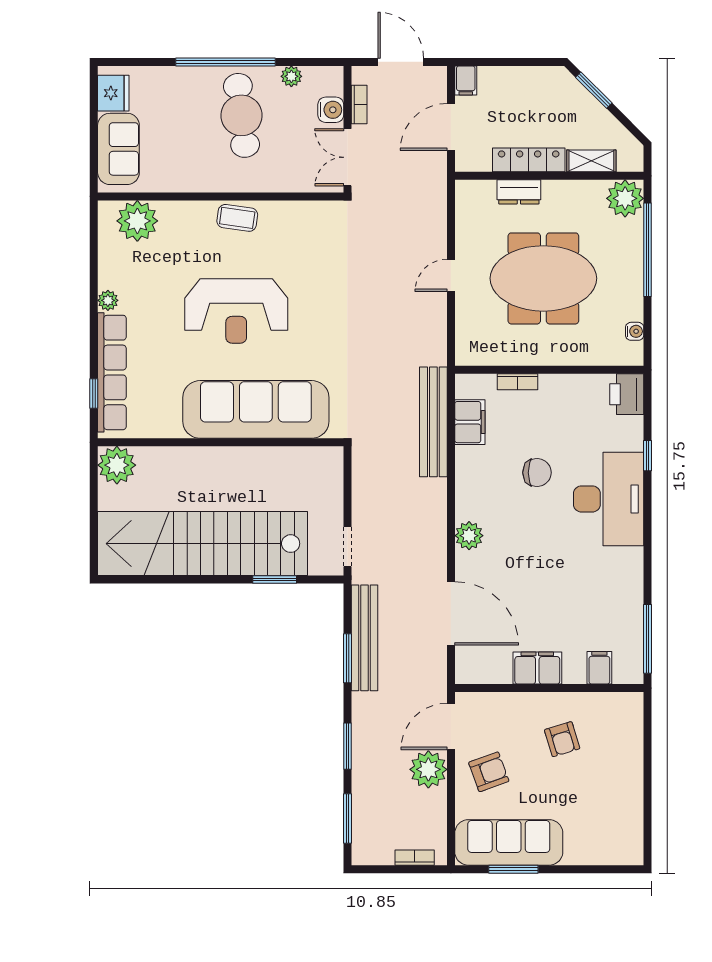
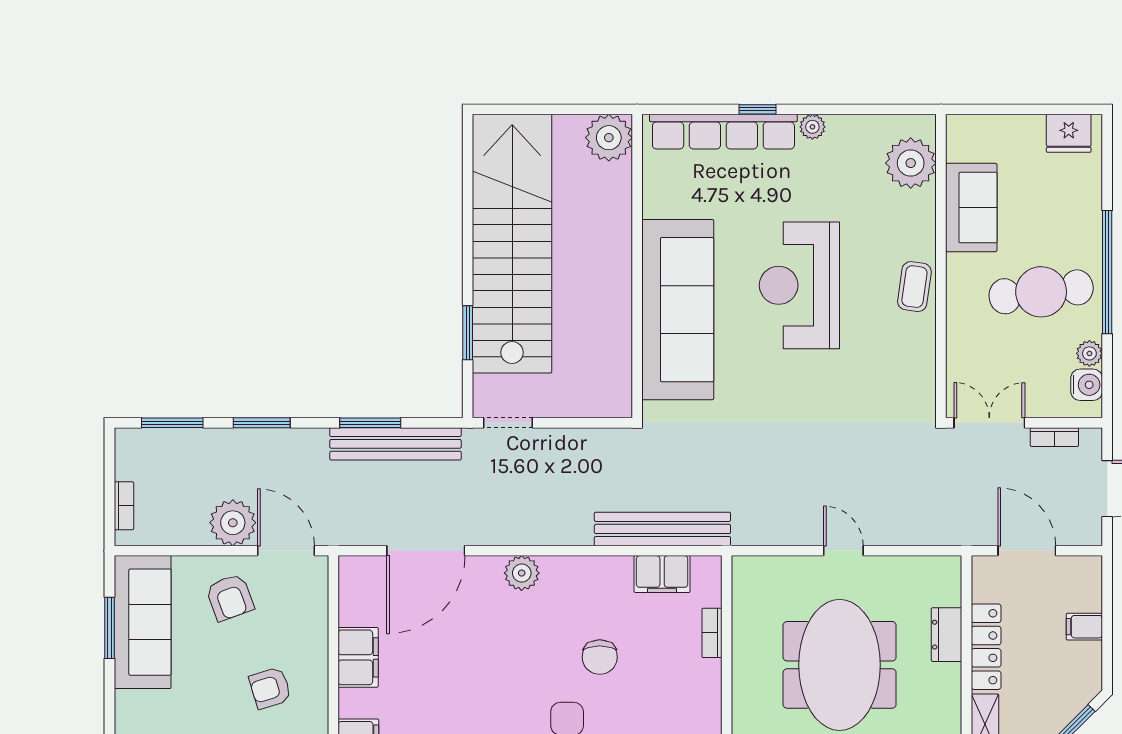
filing cabinet: (466, 80) -> (1084, 627), moved
water cooler: (331, 110) -> (1087, 385), moved, turned -90
sofa: (118, 149) -> (971, 207), moved, turned -90
window: (94, 393) -> (758, 109), moved

